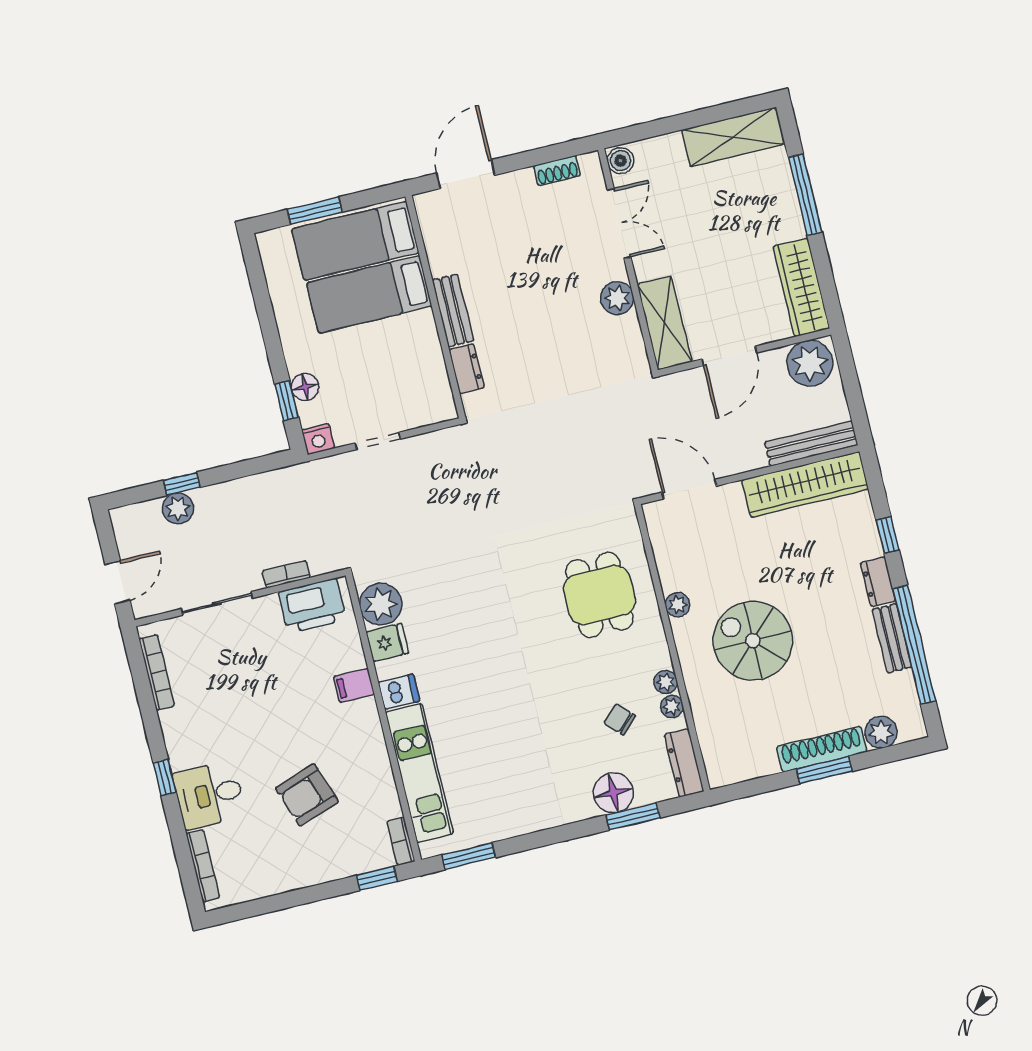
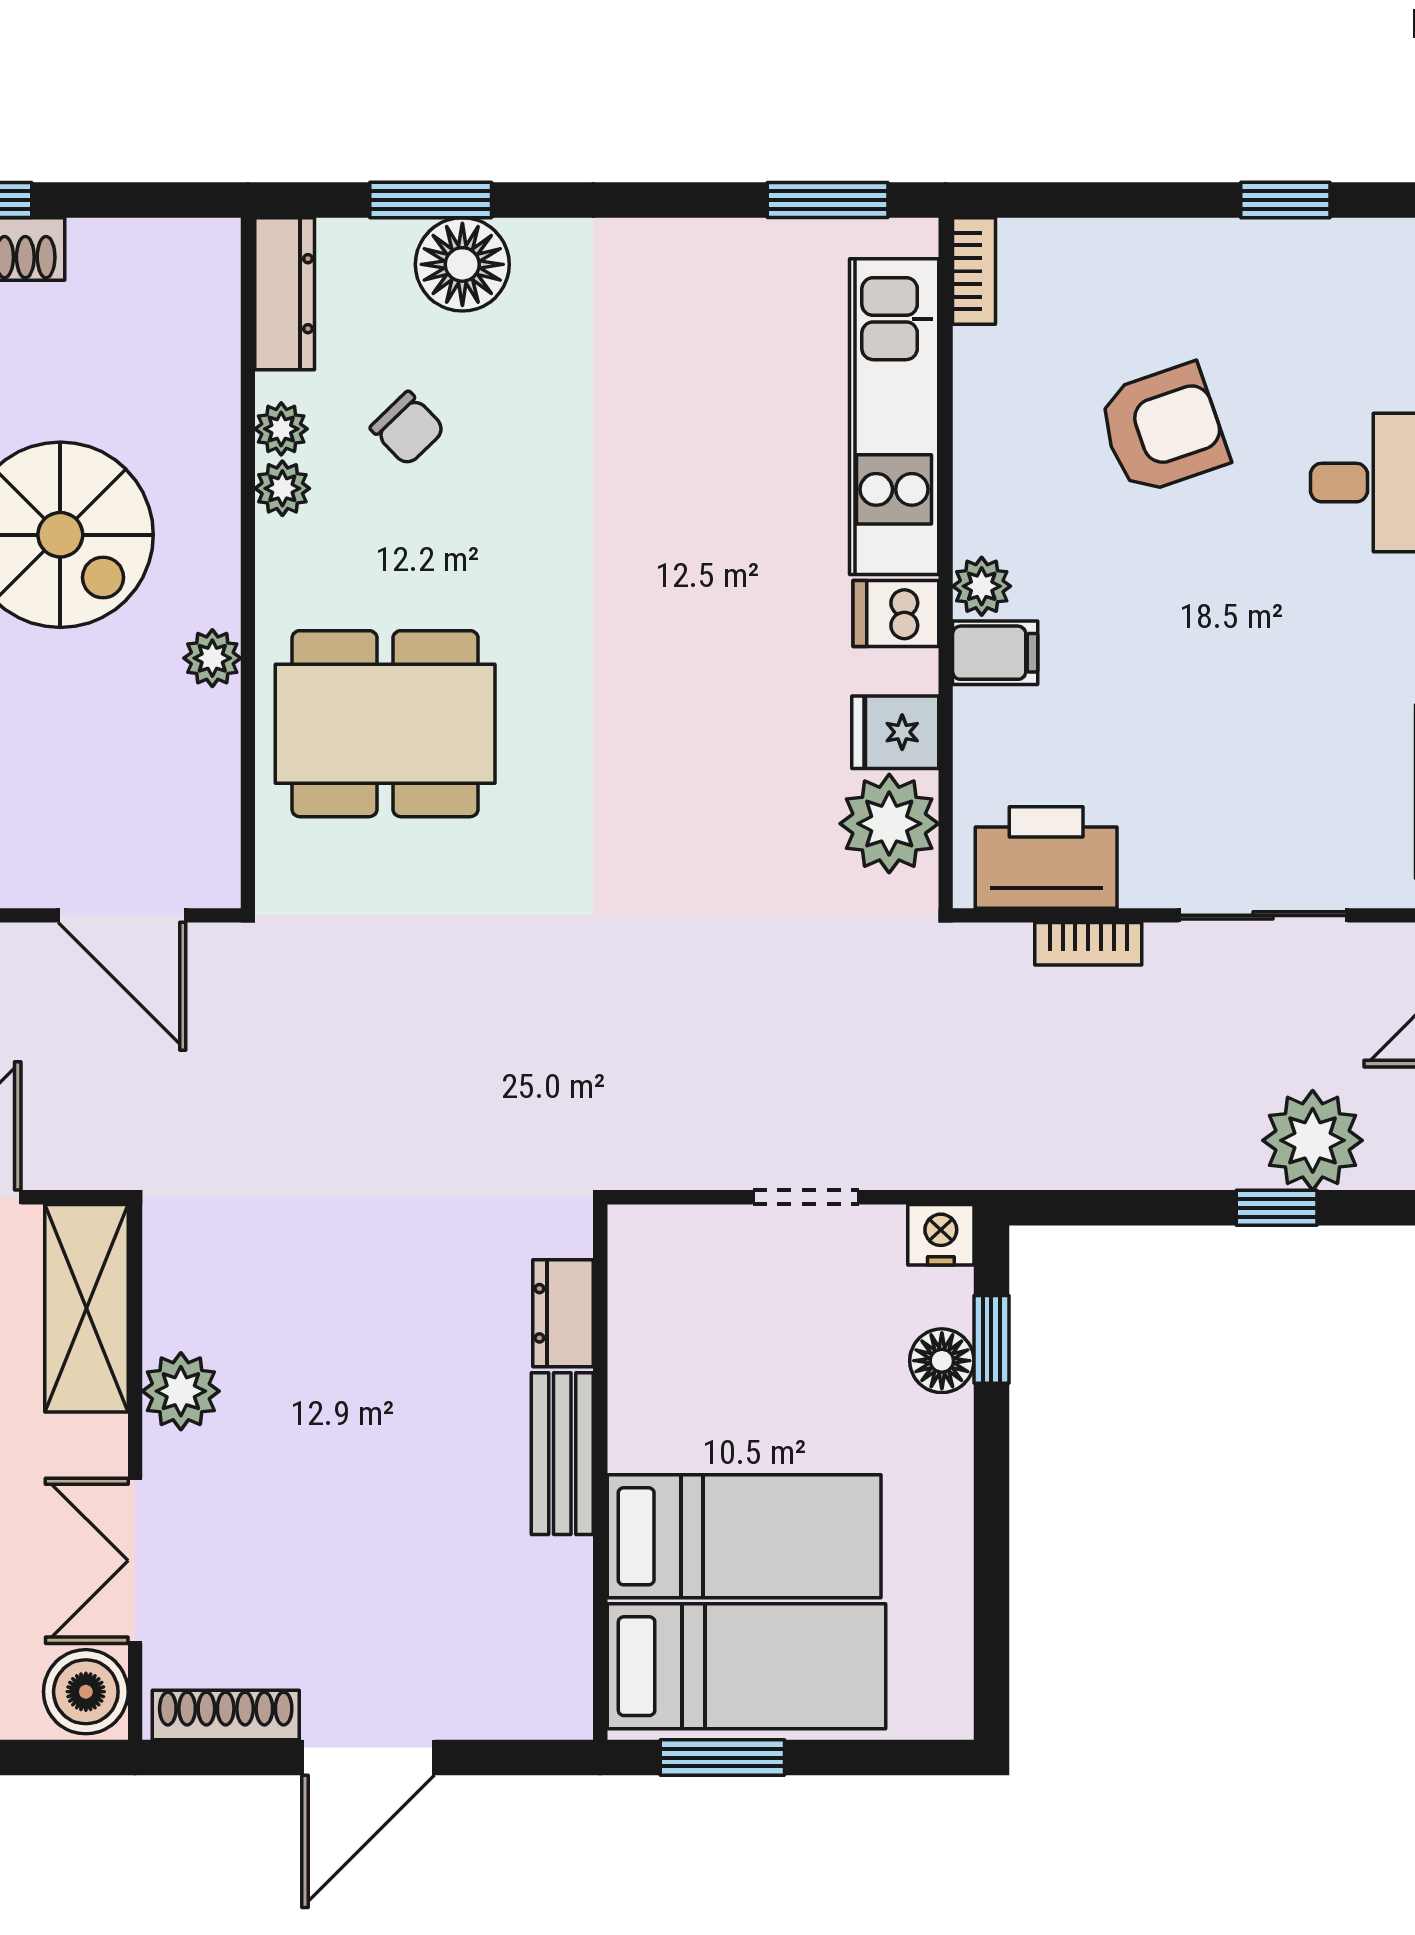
boiler: (621, 161) -> (86, 1692), width x1.36, depth x1.36
shoe rack: (557, 171) -> (226, 1715), width x1.43
door: (466, 174) -> (368, 1758), moved
window: (315, 211) -> (722, 1758), moved
plant: (178, 508) -> (1313, 1140), width x1.36, depth x1.36
dining table: (599, 595) -> (385, 724), width x1.38
plant: (366, 712) -> (982, 586), added
window: (377, 878) -> (1285, 200), moved

